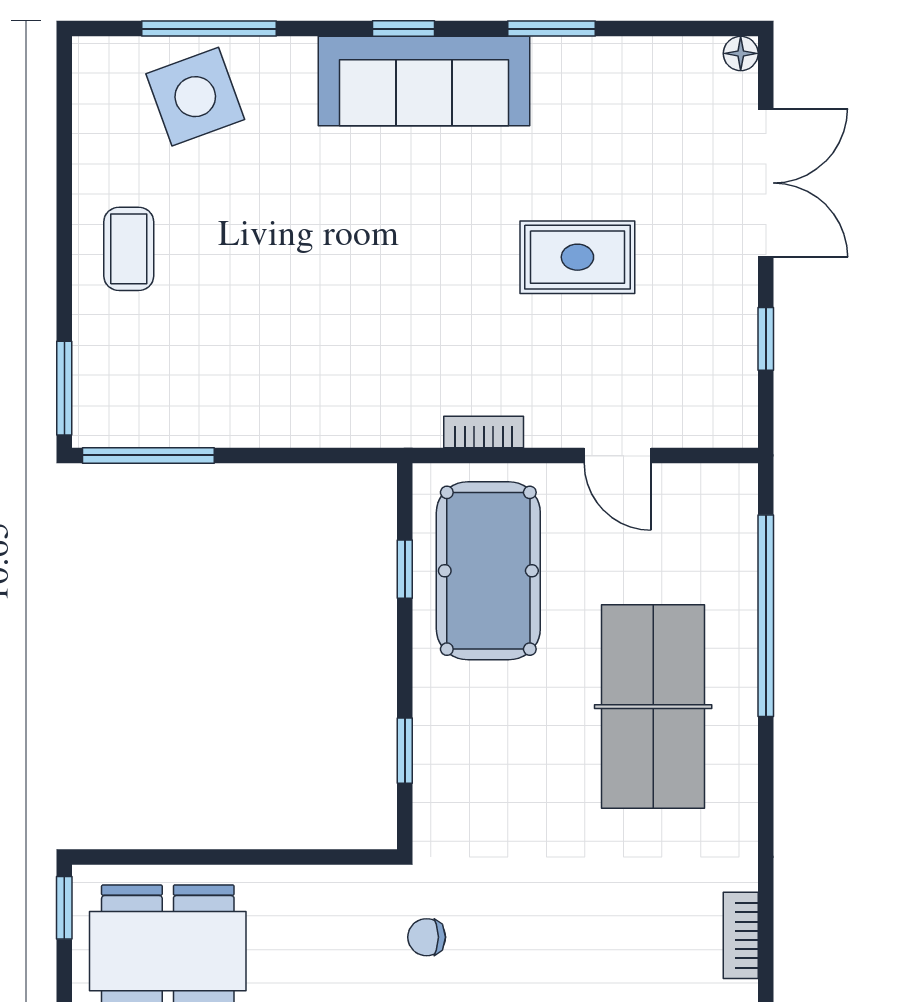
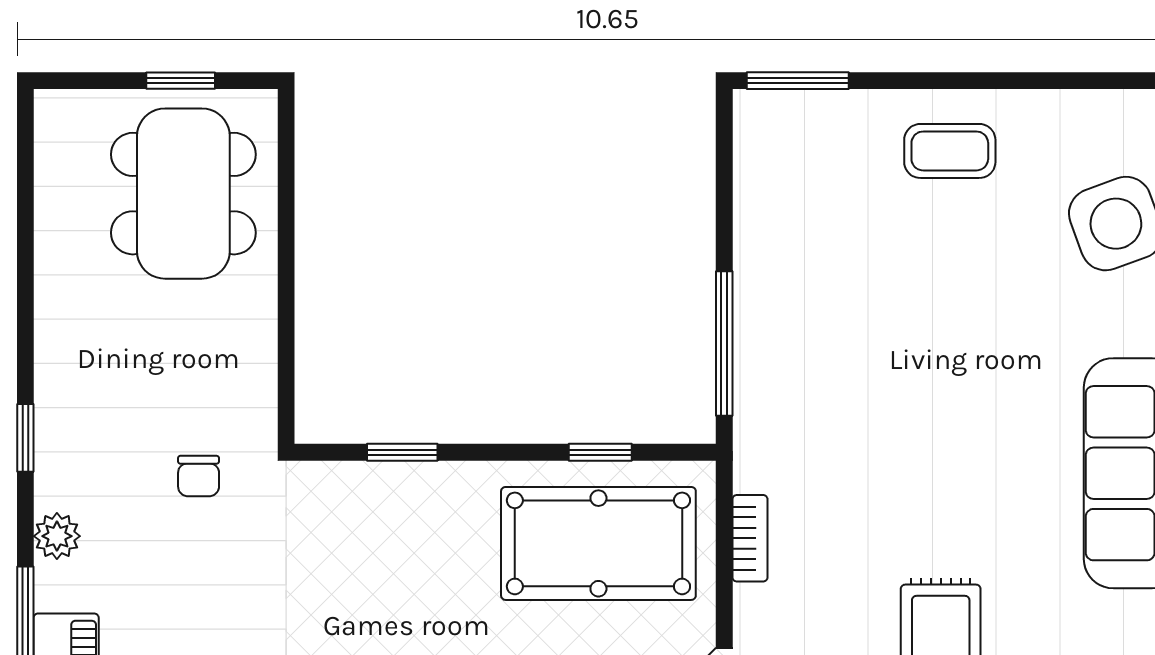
window: (148, 455) -> (724, 344), moved
window: (64, 908) -> (181, 81), moved
chair: (427, 937) -> (199, 476), turned 180

